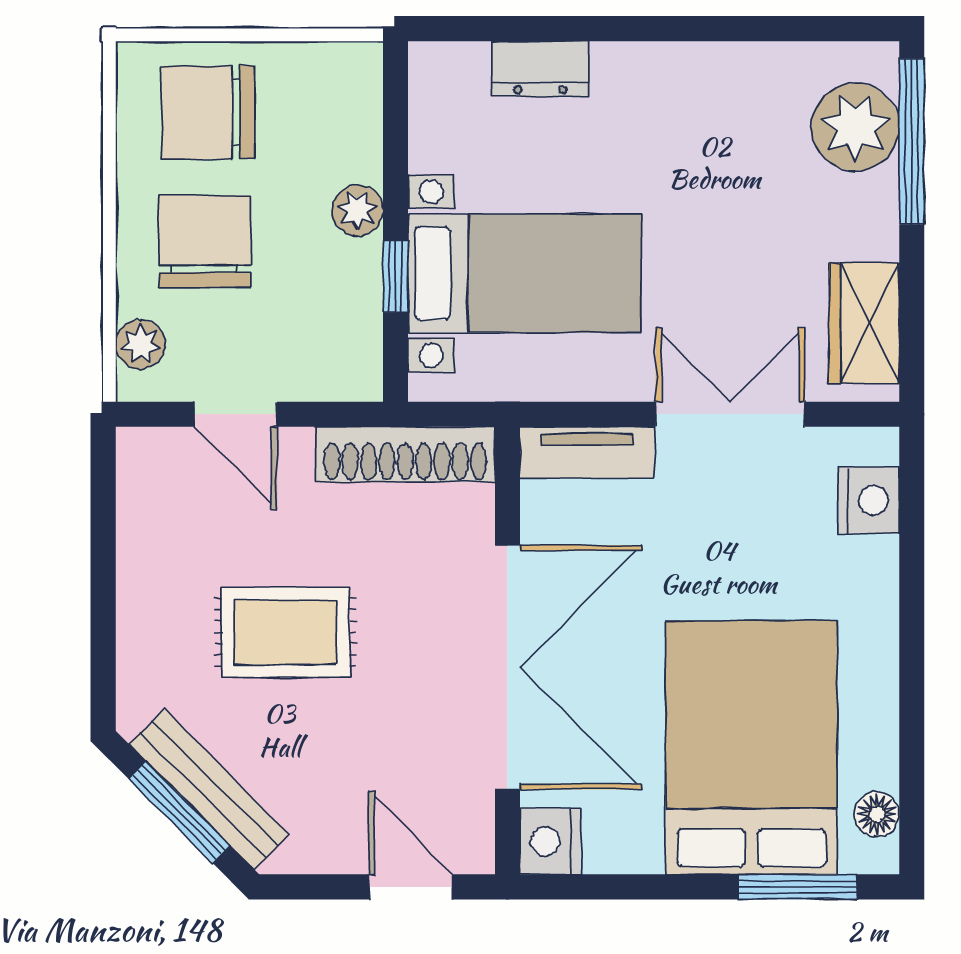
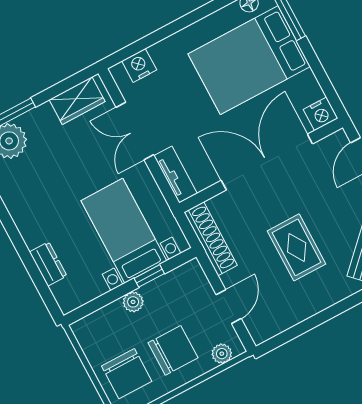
chair: (205, 241) -> (173, 350), turned 180

